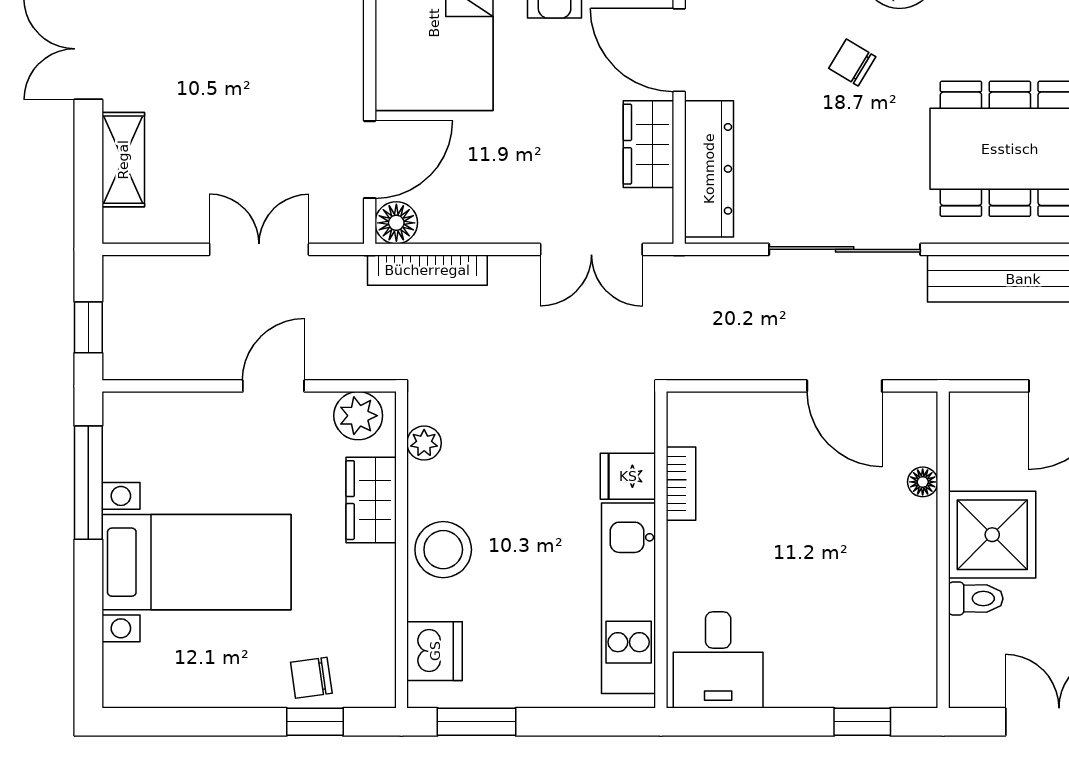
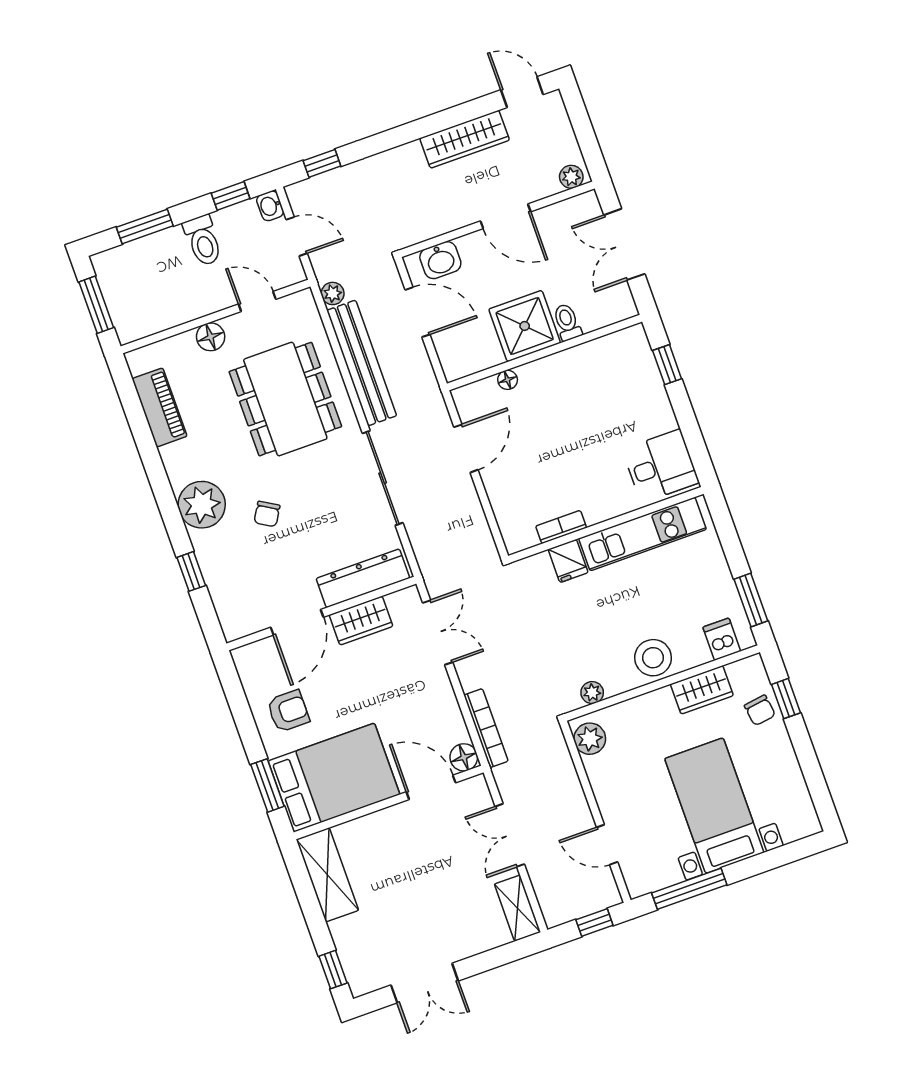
shelving: (123, 160) -> (517, 908), moved, turned 90
door: (273, 386) -> (607, 845), moved
wardrobe: (371, 500) -> (702, 690), moved
dishwasher: (435, 651) -> (722, 639), width x0.73

